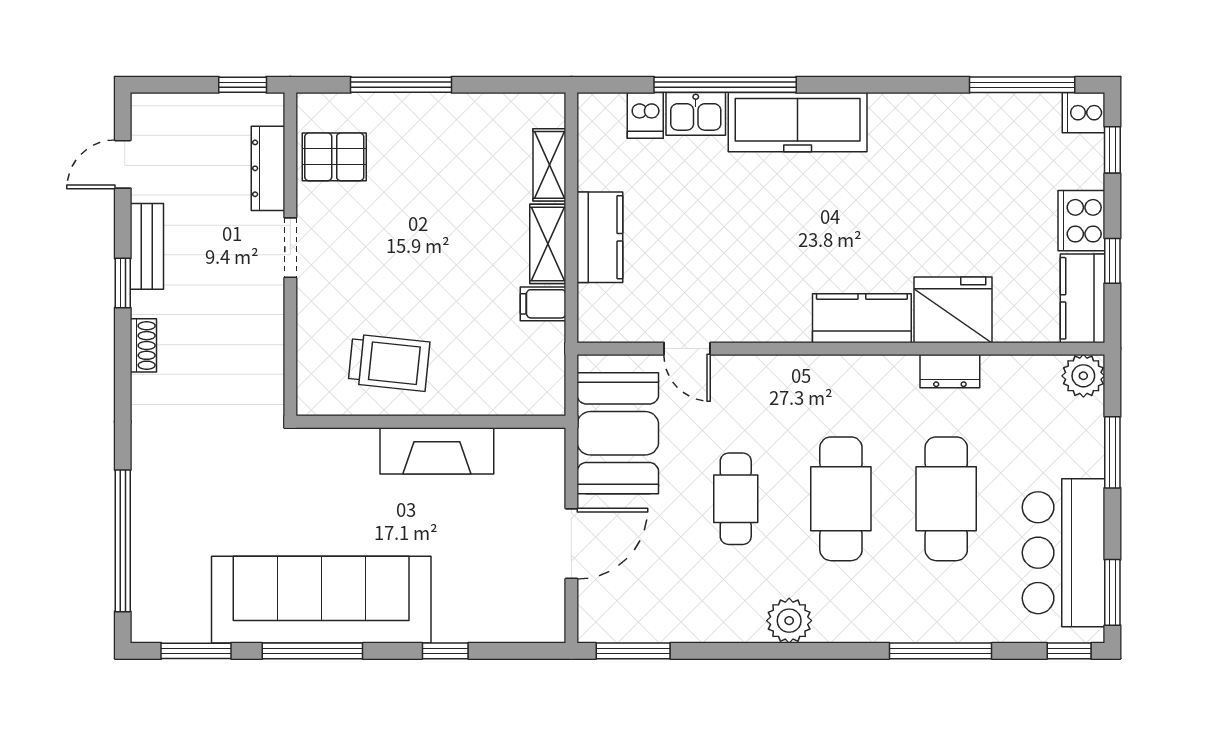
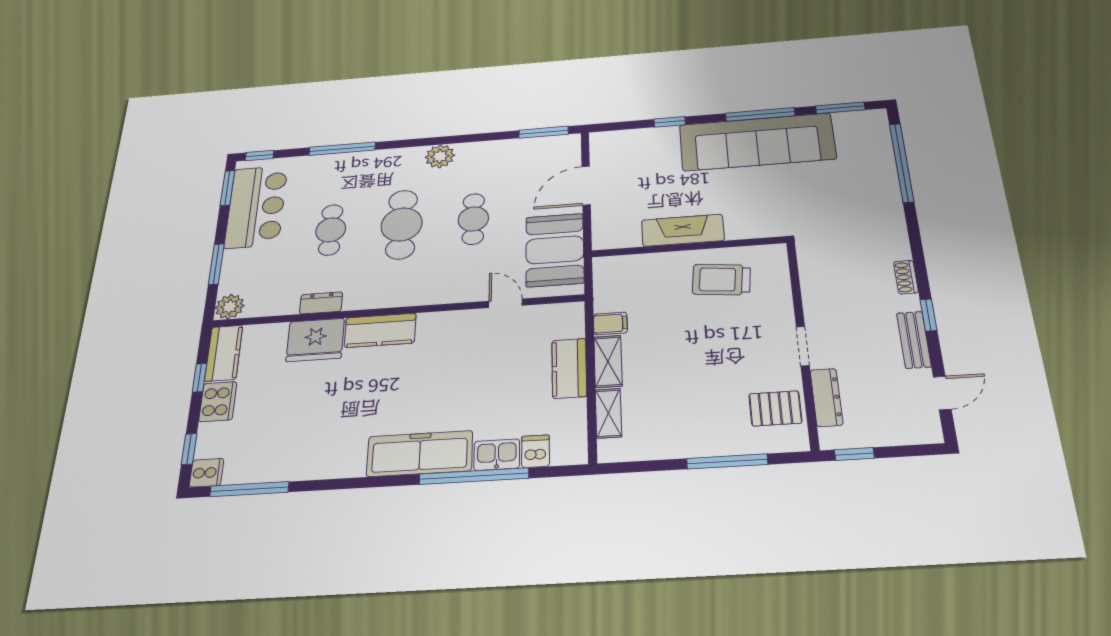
cafe table: (946, 499) -> (331, 230), width x0.73, depth x0.74

